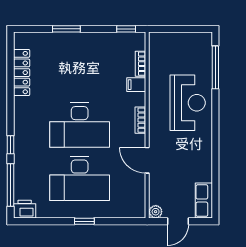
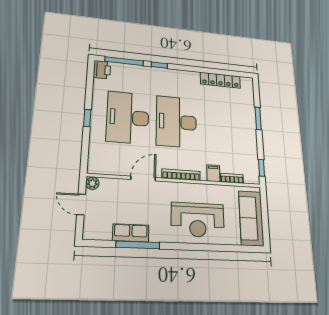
sofa: (183, 44) -> (251, 218), added
window: (215, 67) -> (138, 245), moved
bookcase: (140, 120) -> (181, 175), width x1.56
row of seats: (204, 201) -> (131, 233), moved

